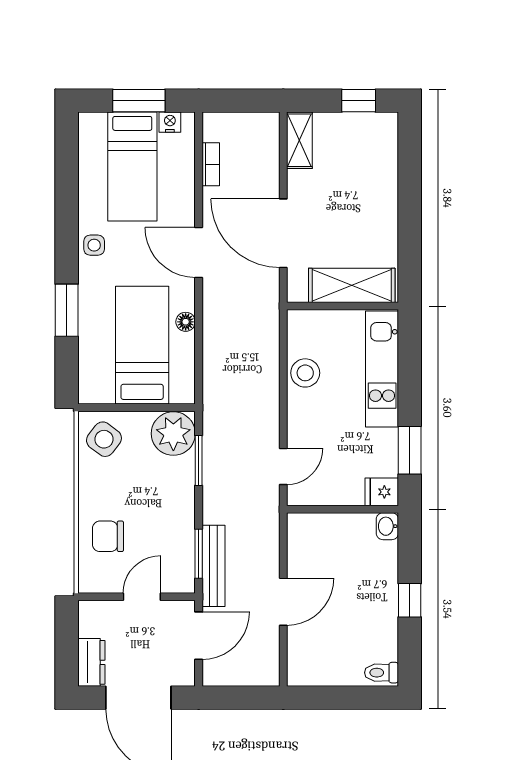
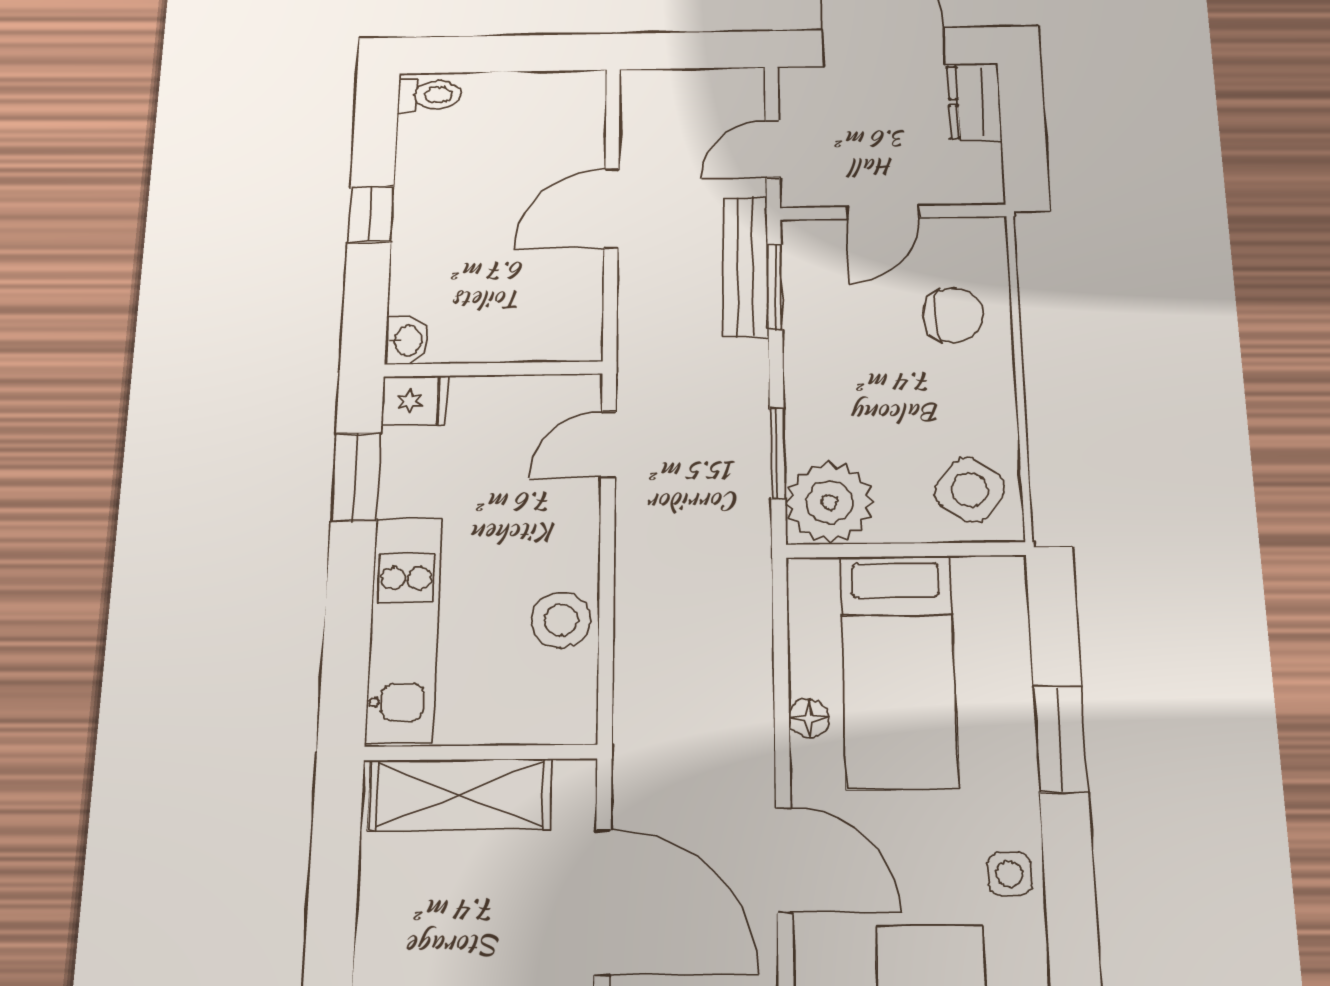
door: (199, 636) -> (773, 149), width x0.73

